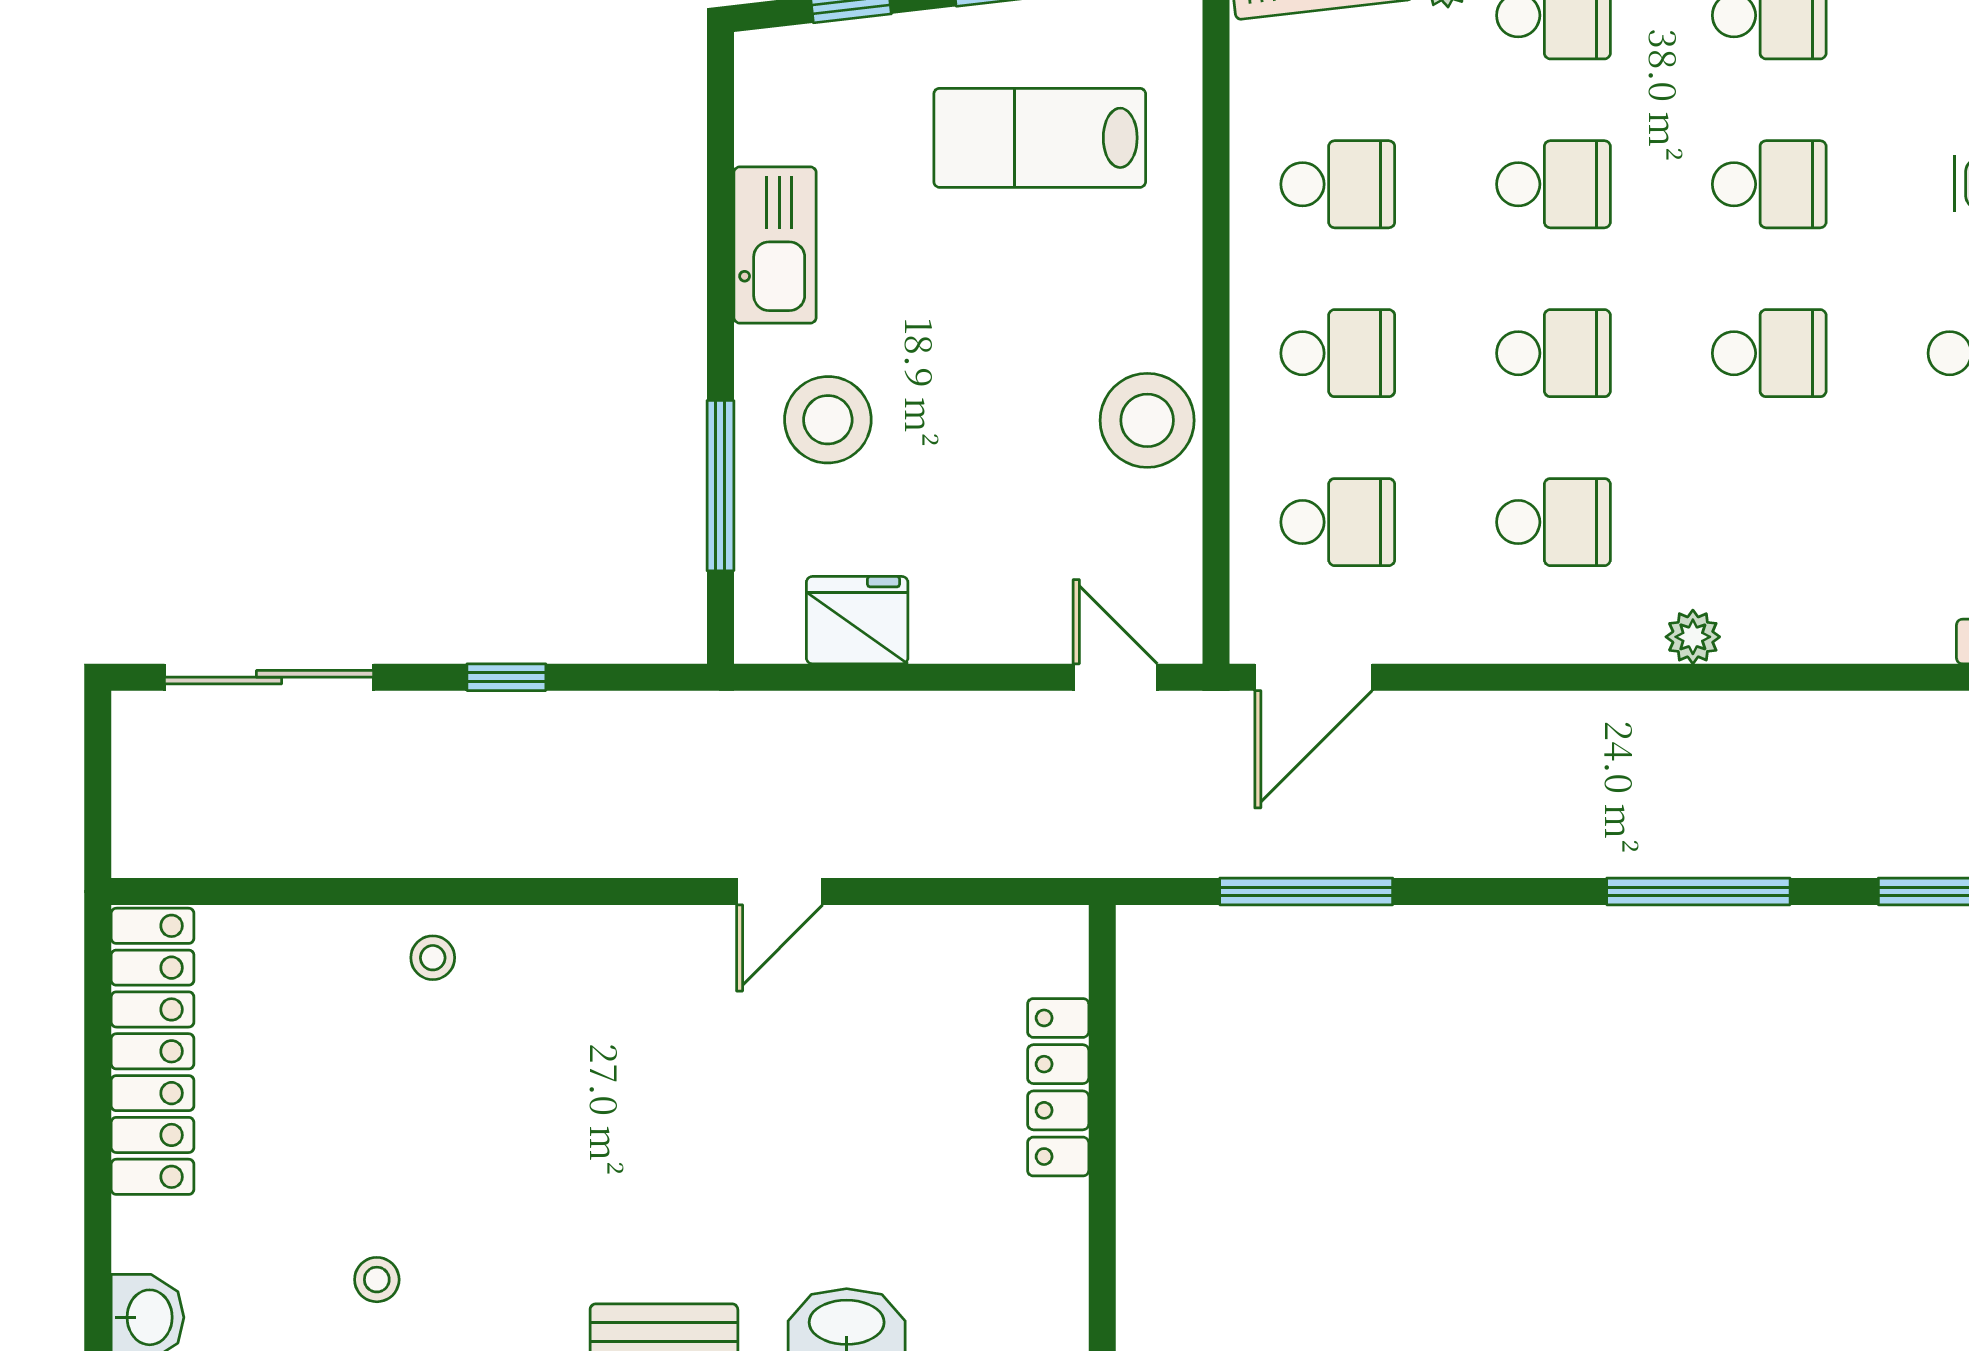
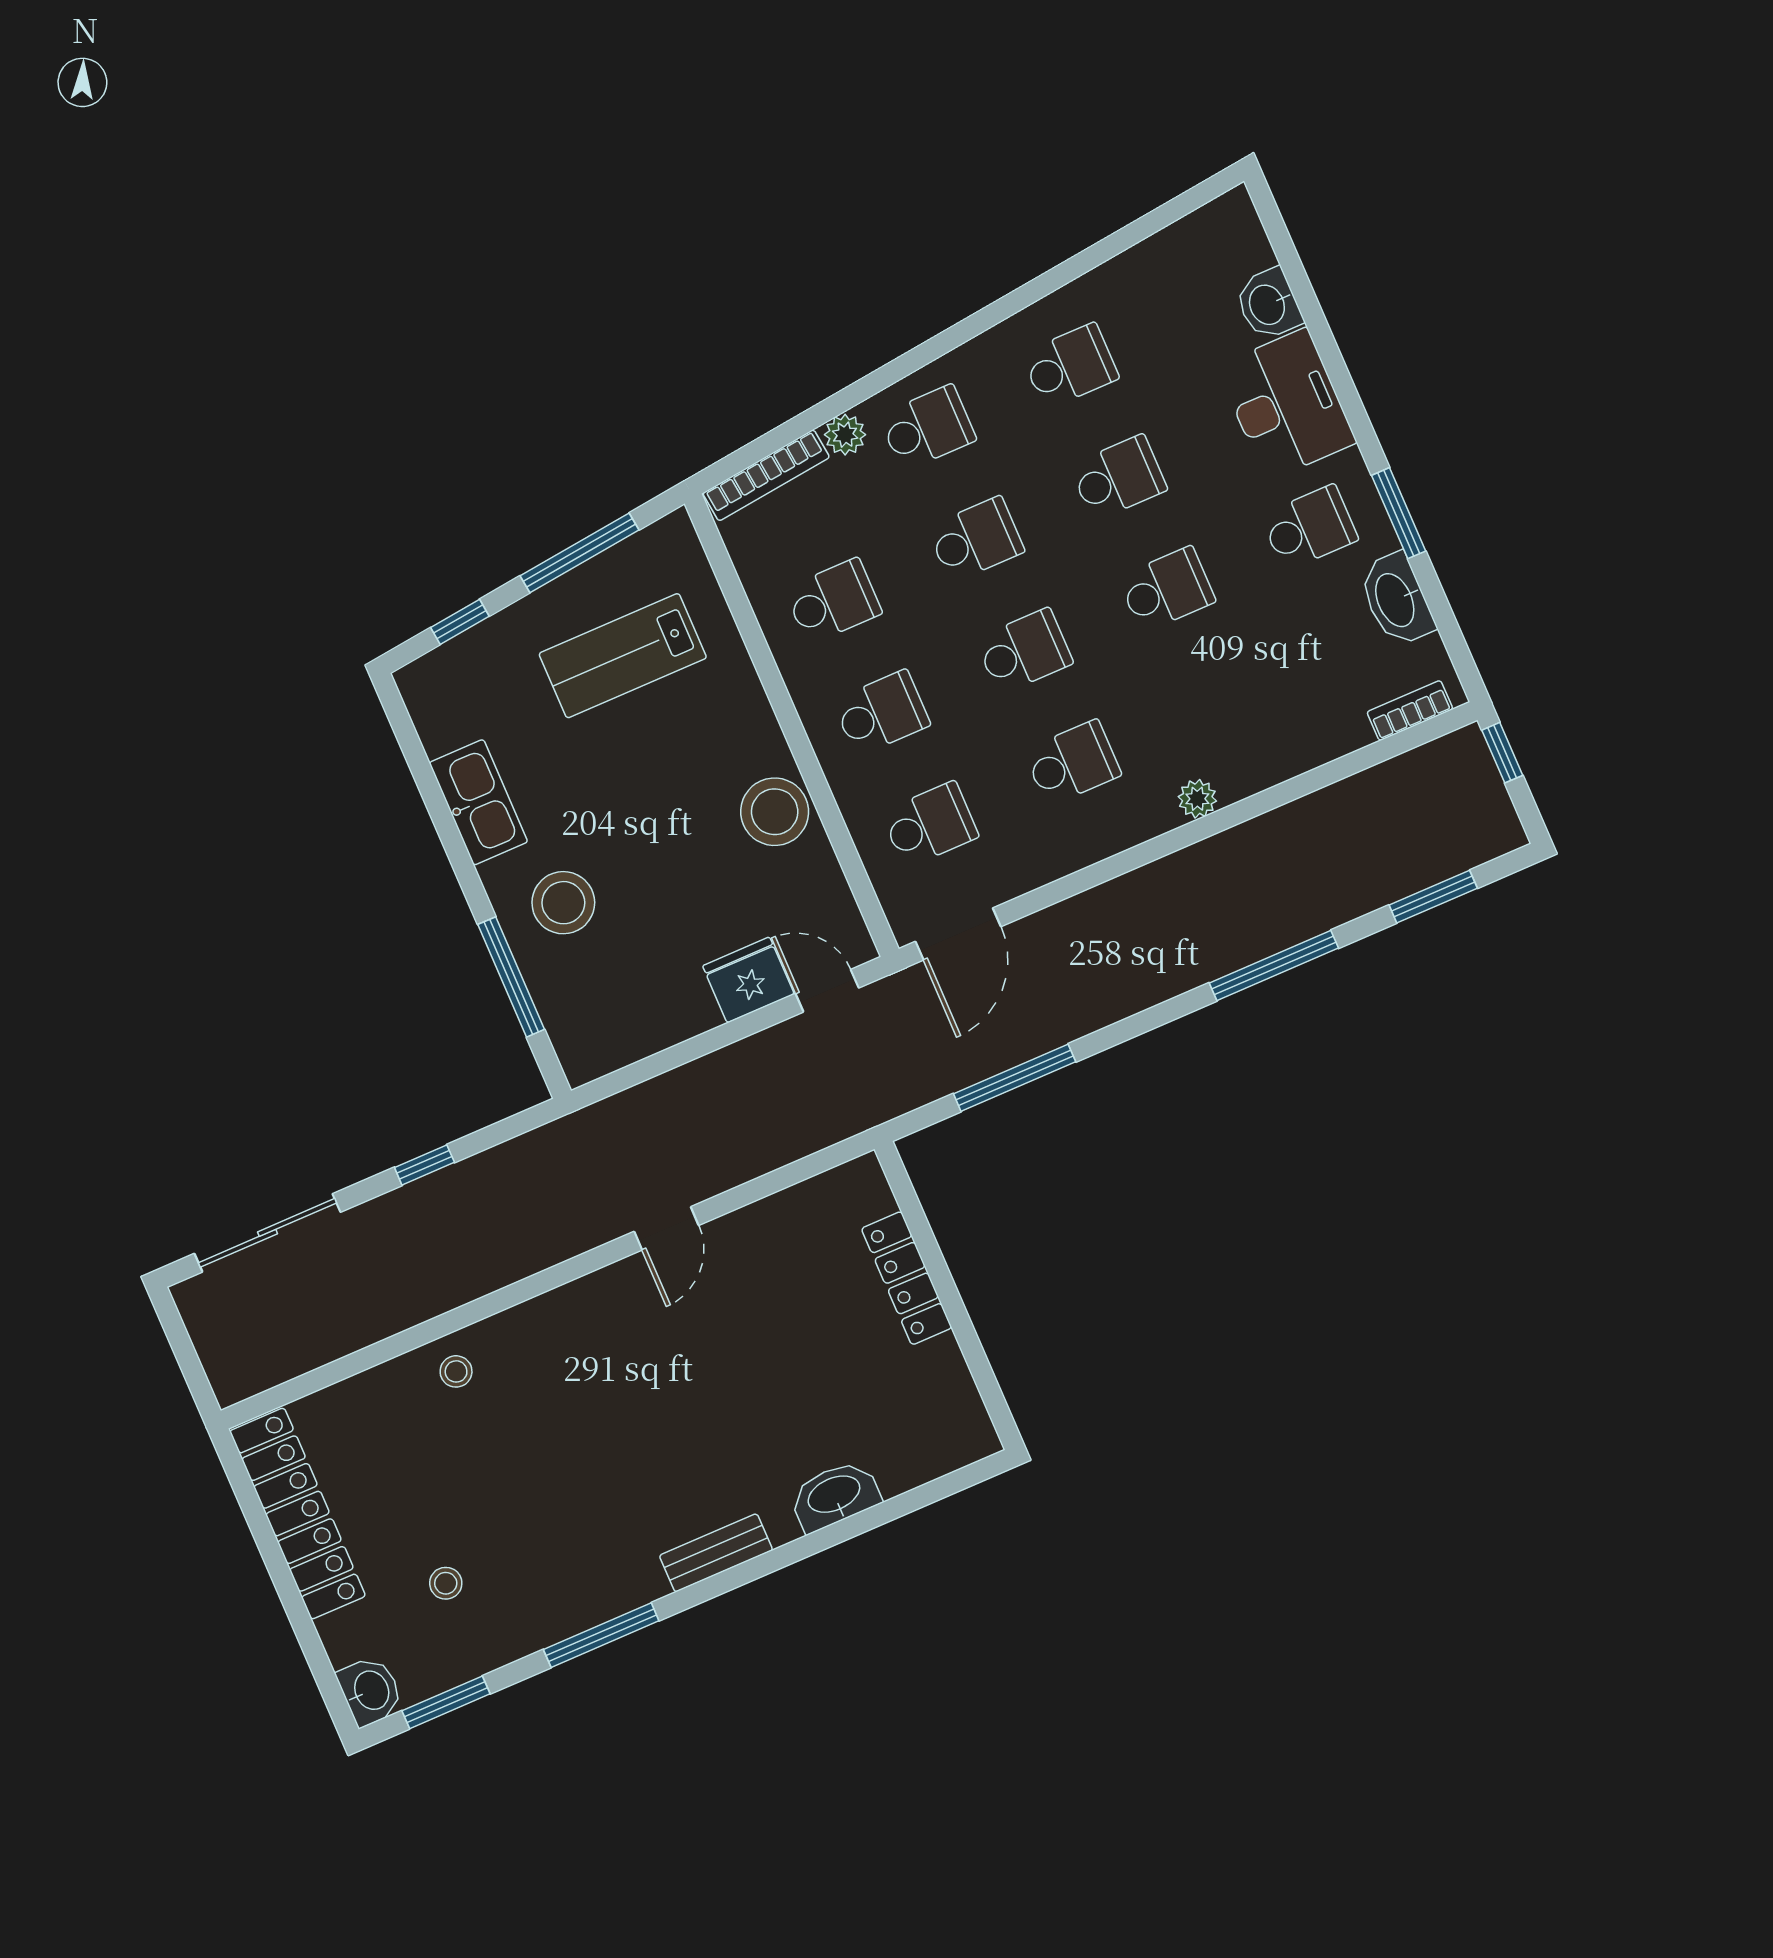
fridge: (857, 620) -> (748, 980), moved
stool: (377, 1280) -> (446, 1583), moved

